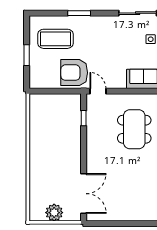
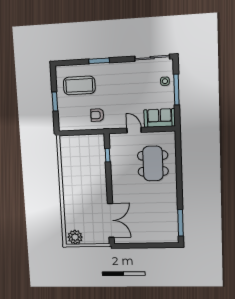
armchair: (74, 73) -> (97, 115), width x0.53, depth x0.53
door: (98, 91) -> (134, 130), moved
plant: (54, 213) -> (75, 237), moved

